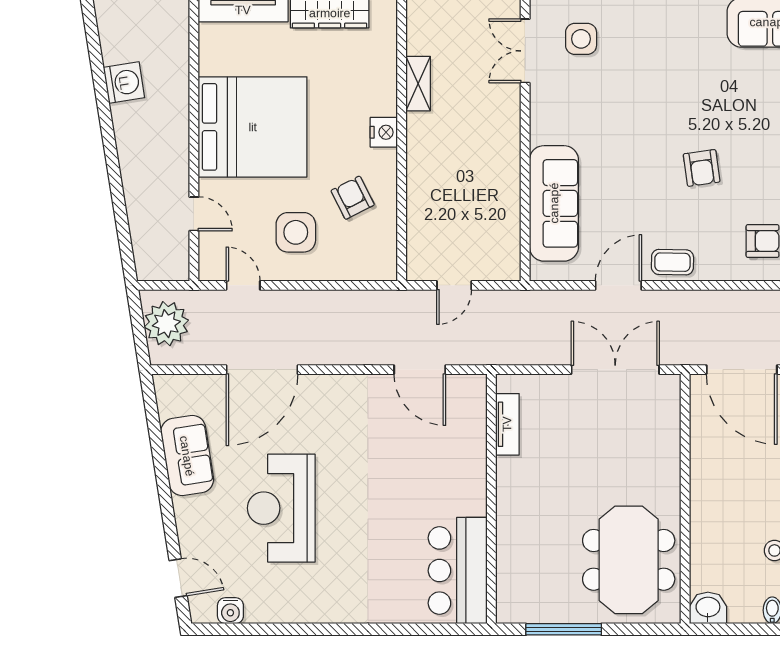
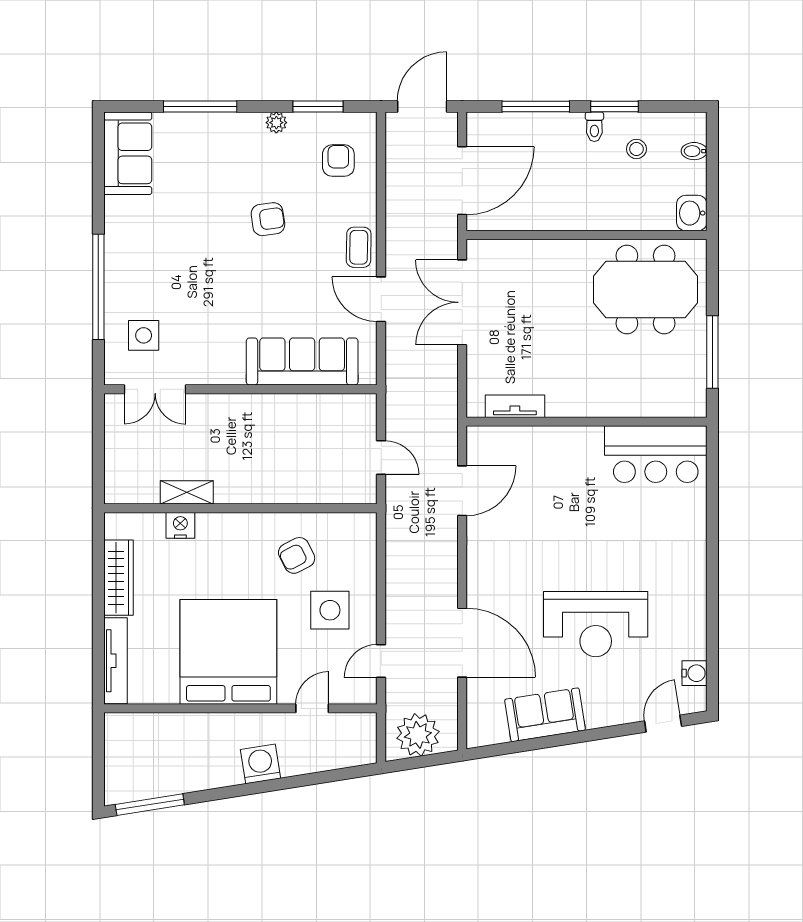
window: (94, 45) -> (150, 805), added
washing machine: (124, 83) -> (261, 764), moved
nightstand: (384, 132) -> (180, 525), moved

